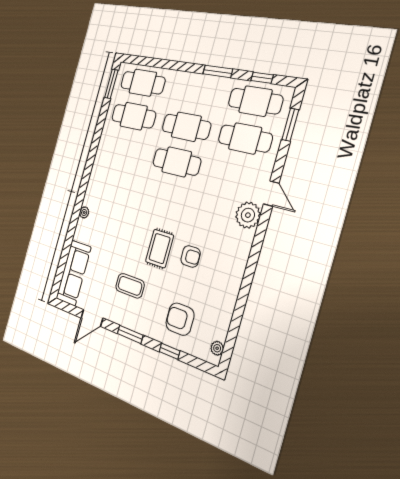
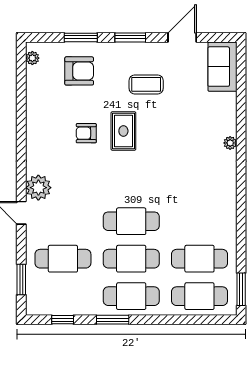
cafe table: (255, 101) -> (131, 296), moved
sofa: (73, 273) -> (222, 67), width x0.73
window: (170, 351) -> (81, 37), width x1.50

